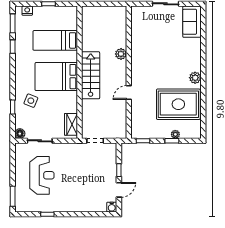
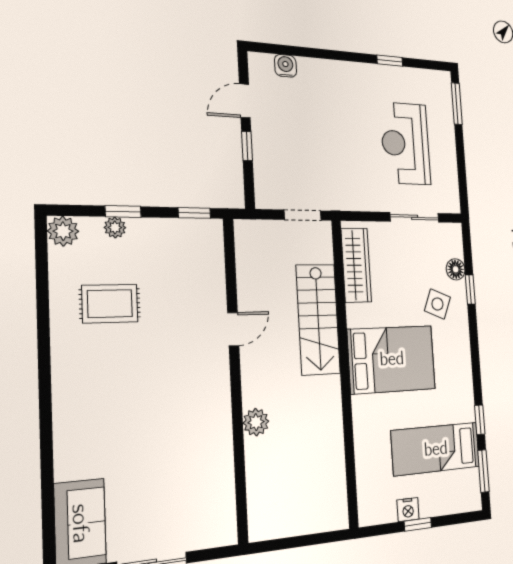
nightstand: (27, 11) -> (408, 510), moved
bed: (55, 40) -> (436, 449), moved, turned 180
stairs: (91, 75) -> (318, 319), moved
plant: (195, 78) -> (63, 231), moved
rug: (178, 104) -> (110, 304), width x0.54, depth x0.49
wardrobe: (71, 124) -> (356, 265), width x1.50
floor lamp: (20, 134) -> (456, 269), moved
water cooler: (112, 207) -> (285, 66), moved

